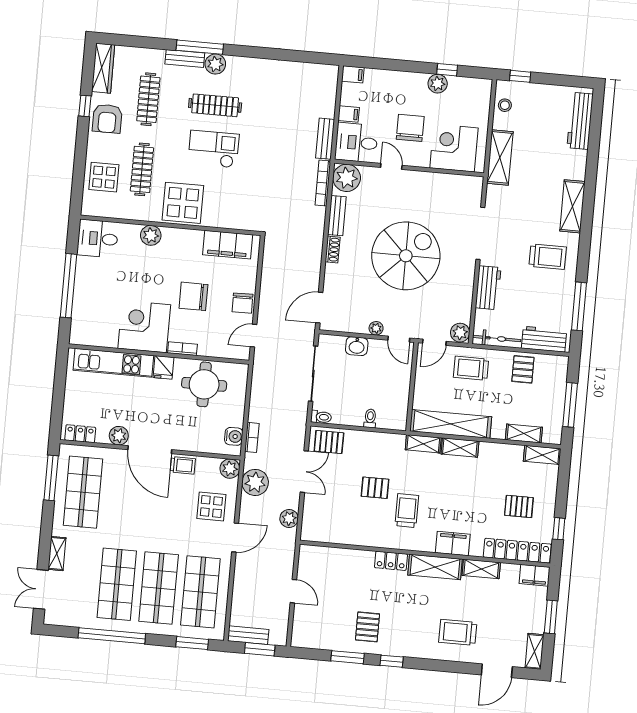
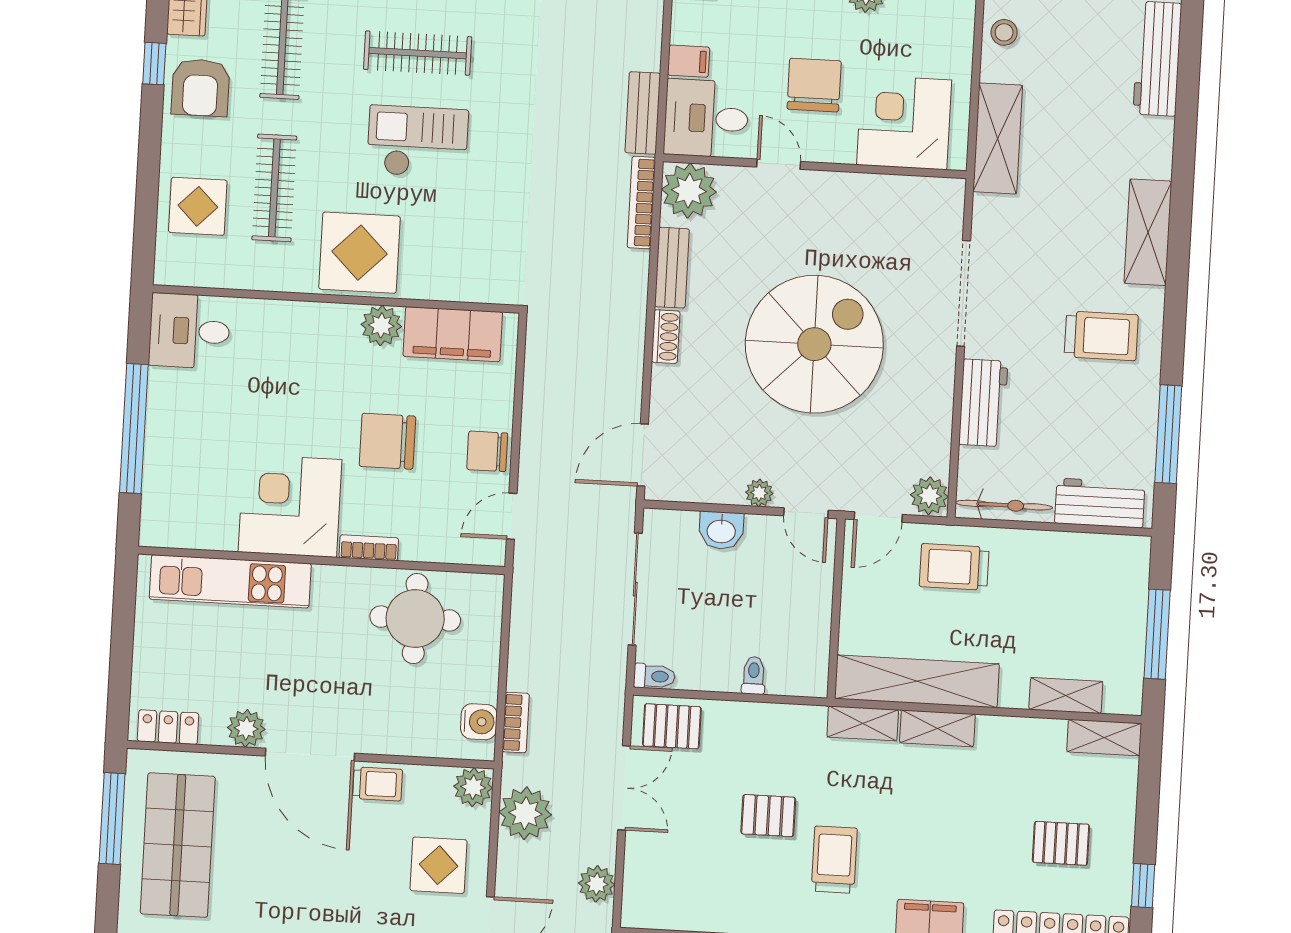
plant: (151, 235) -> (381, 326), moved
chair: (243, 303) -> (487, 451), turned 91
fridge: (163, 367) -> (332, 587), removed
pallet: (523, 369) -> (1059, 566), removed

